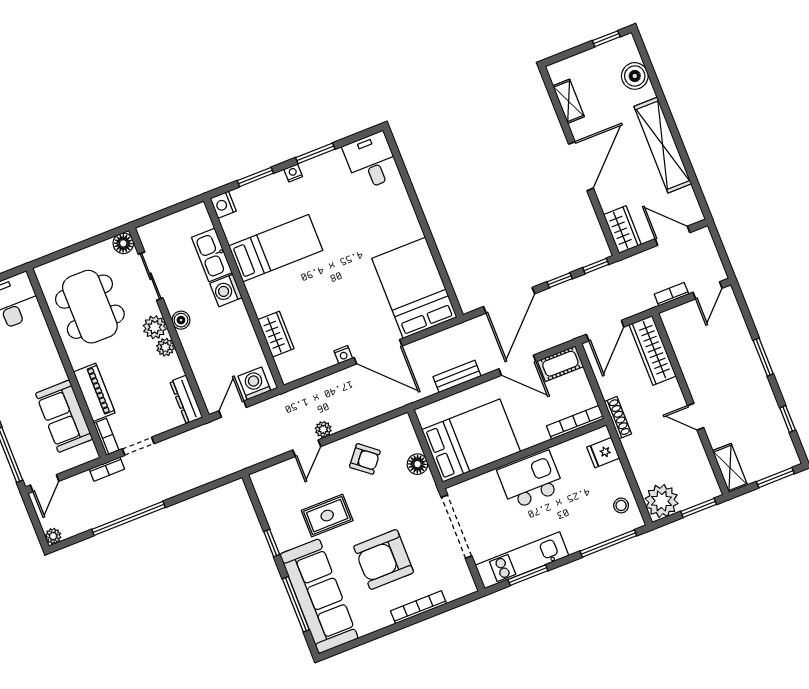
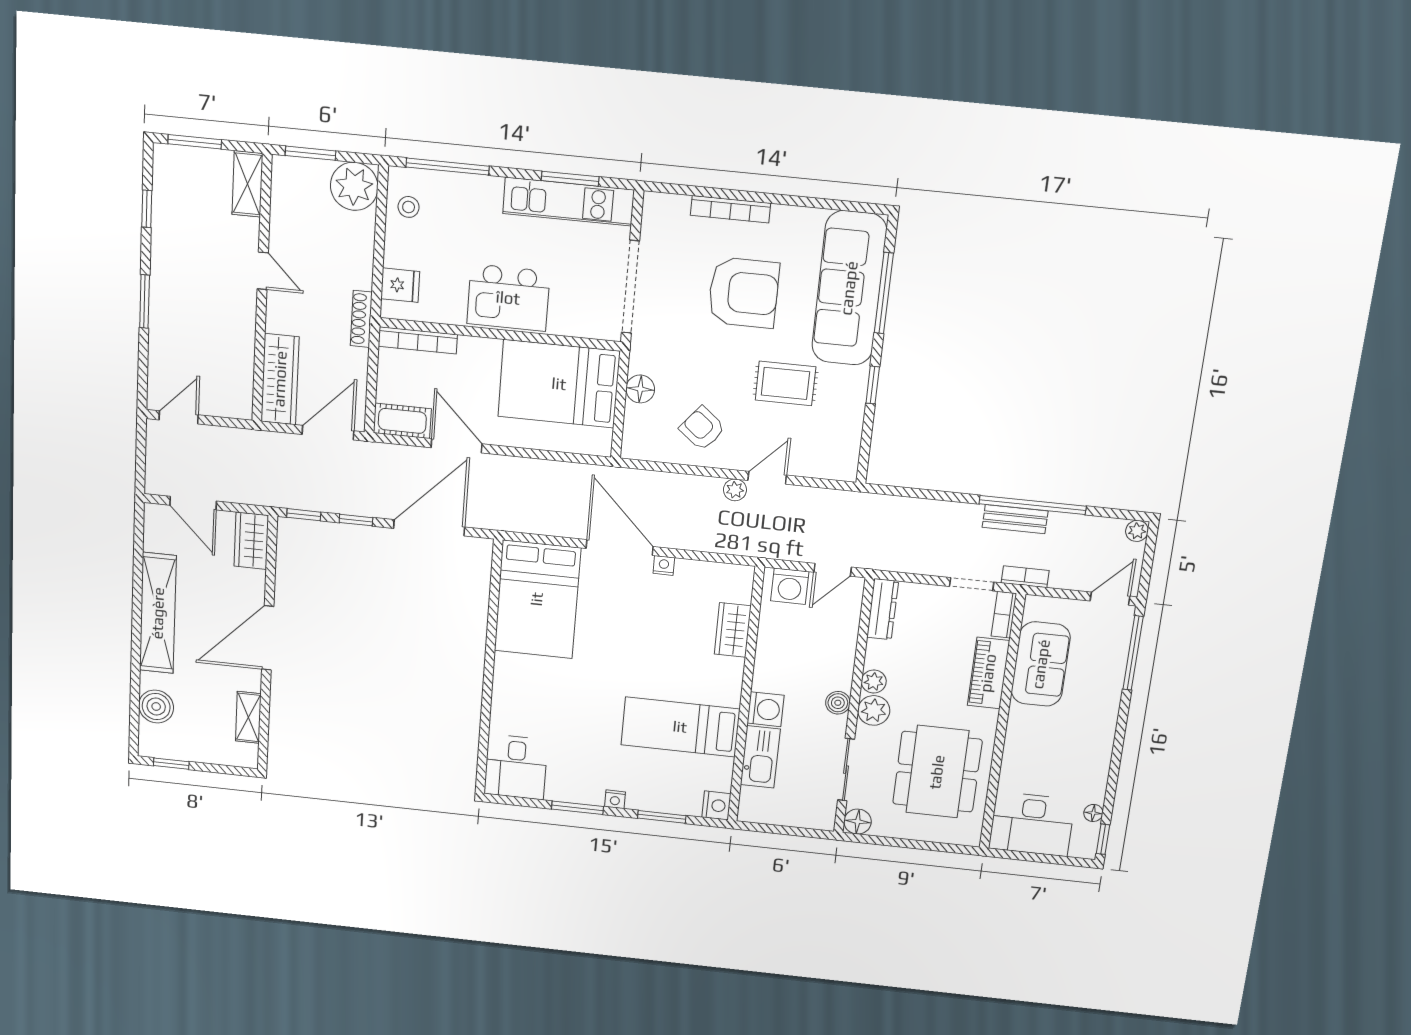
bookcase: (672, 294) -> (225, 435), removed
bench: (457, 376) -> (1015, 519), moved

